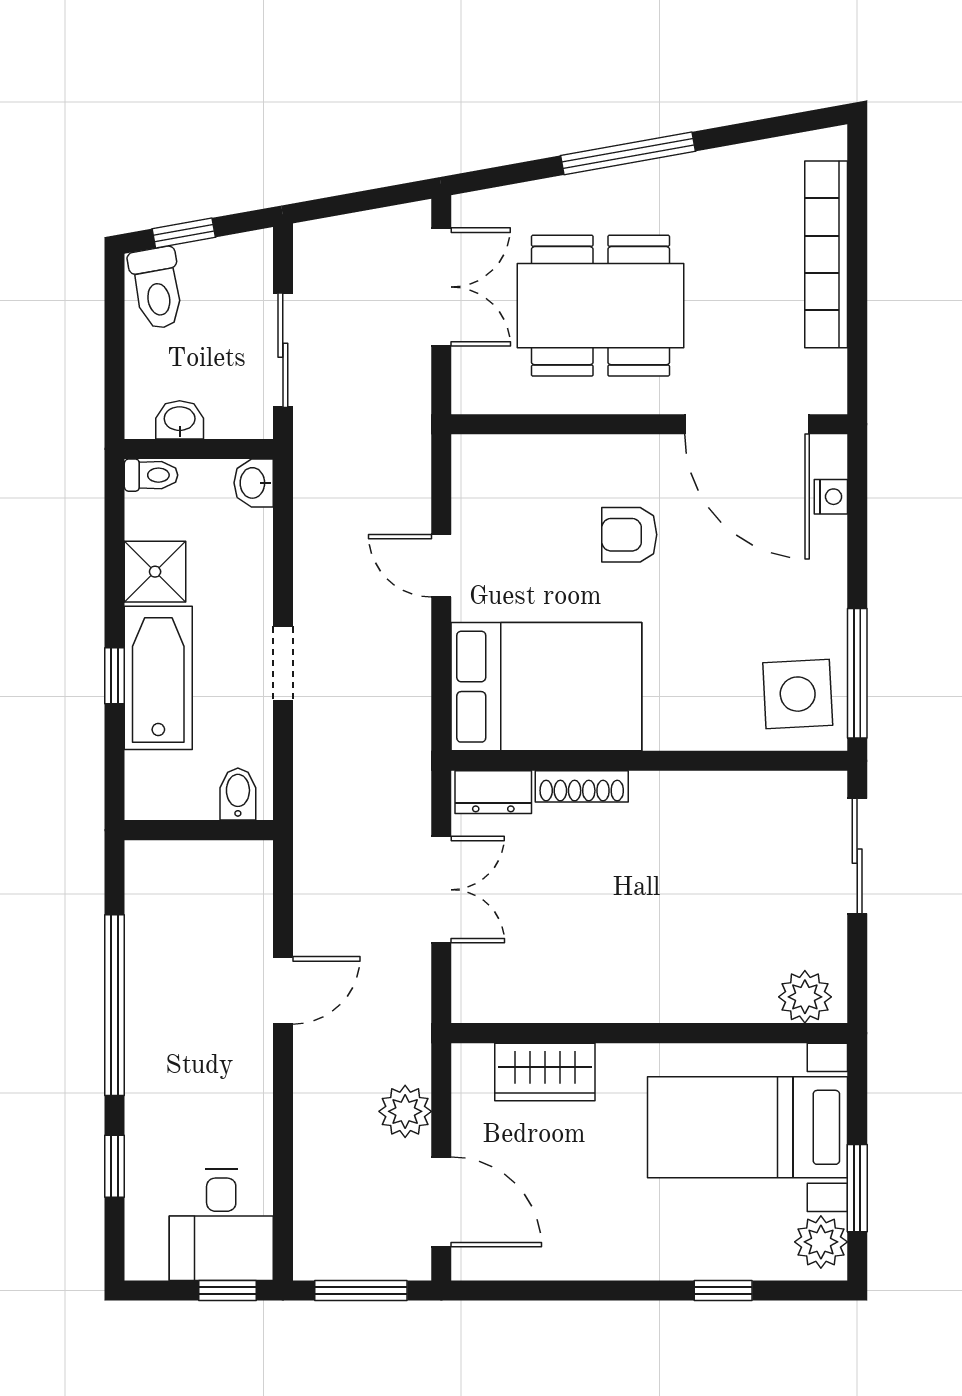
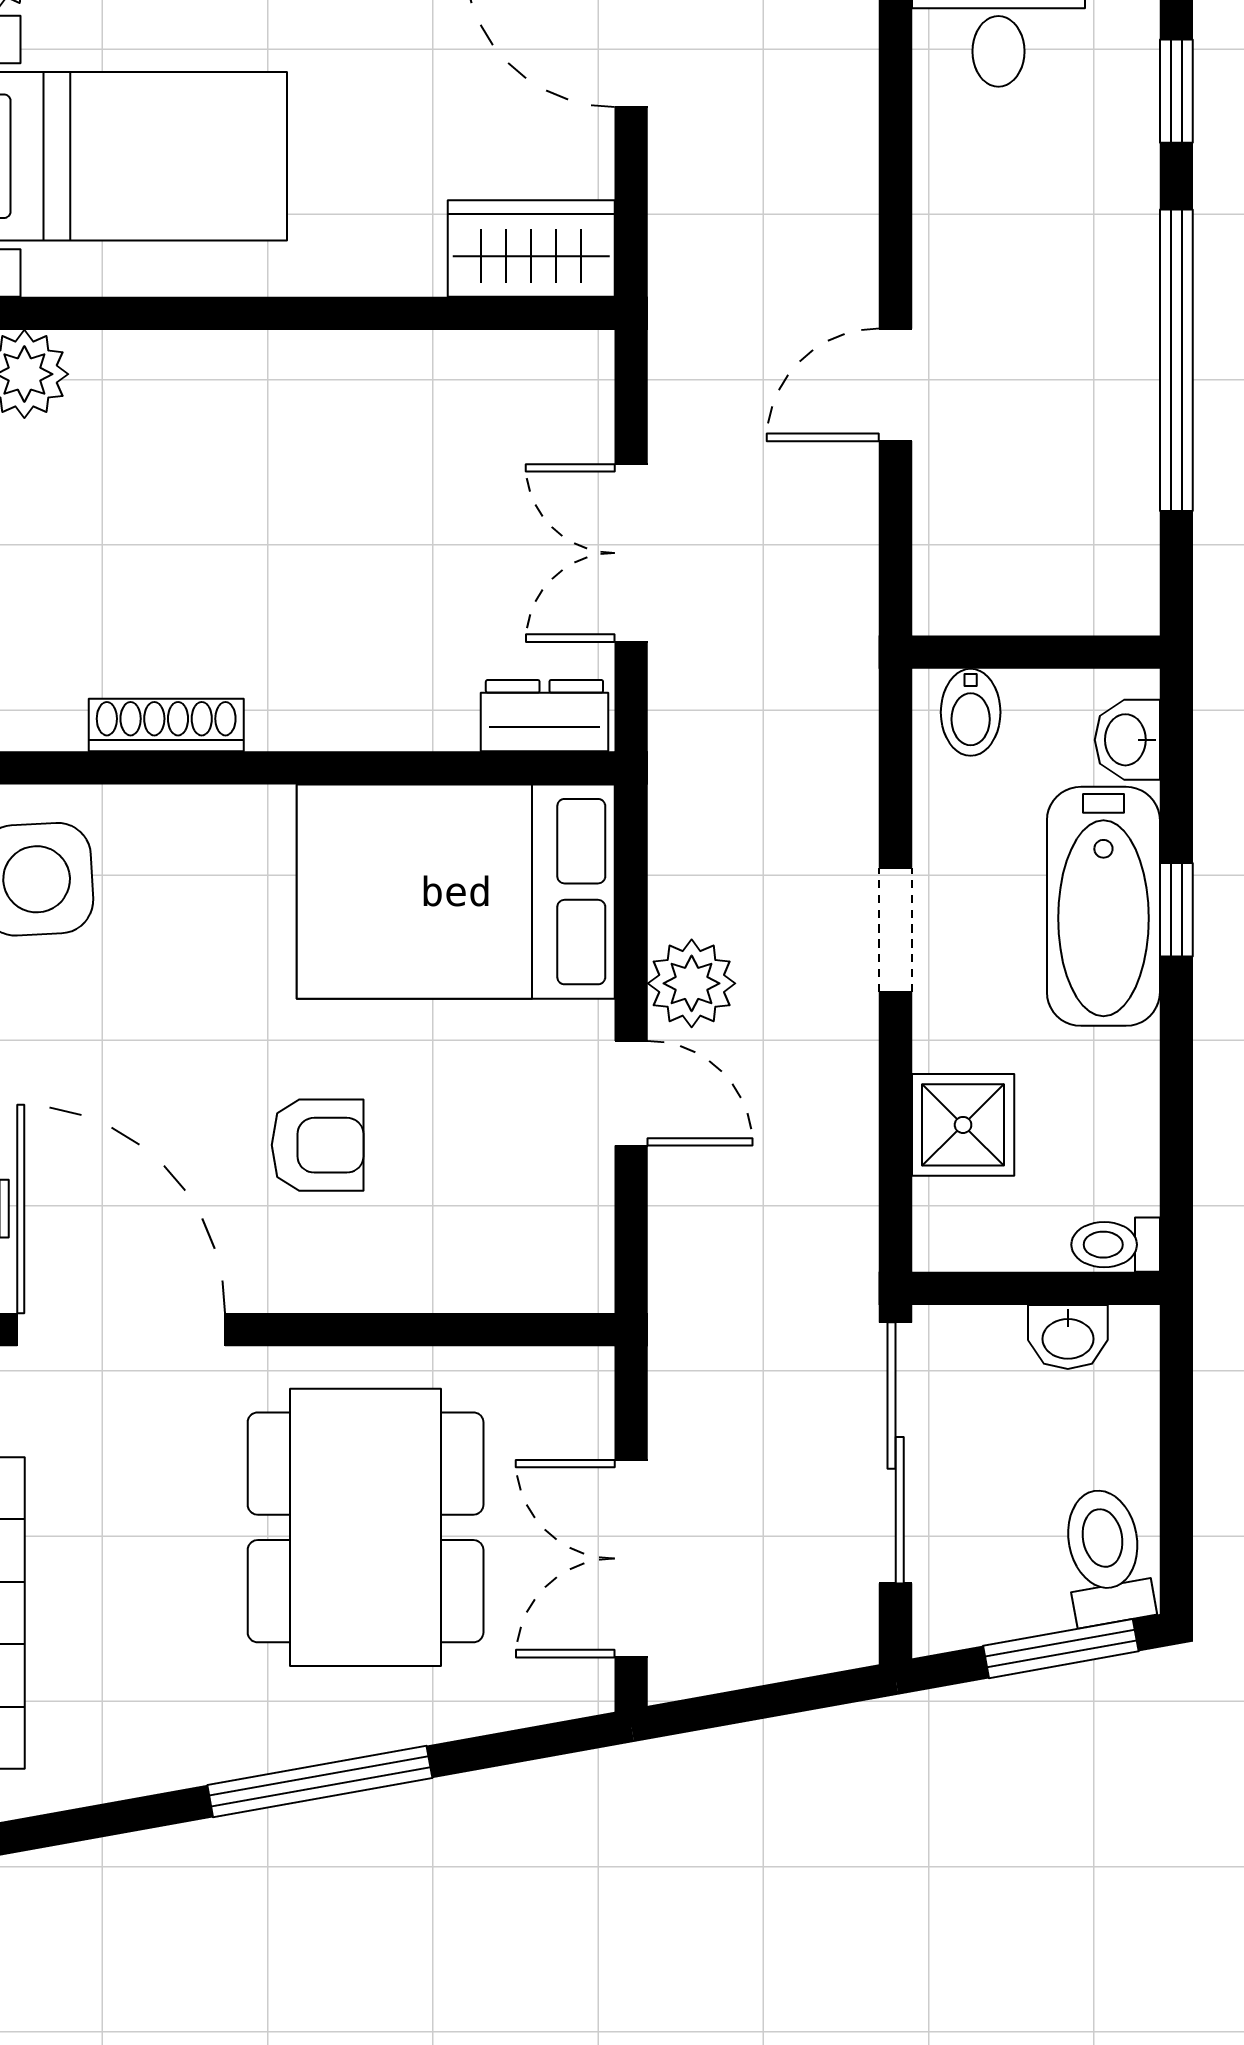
window: (184, 233) -> (1061, 1649), width x1.50
dining table: (600, 306) -> (366, 1527), turned 90
sliding door: (283, 350) -> (896, 1453), width x1.37
washbasin: (254, 483) -> (1127, 740), moved, turned 180
shower: (155, 572) -> (963, 1125), moved
shoe rack: (582, 786) -> (166, 725), moved
wardrobe: (545, 1072) -> (531, 249), moved
plant: (405, 1111) -> (692, 983), moved

